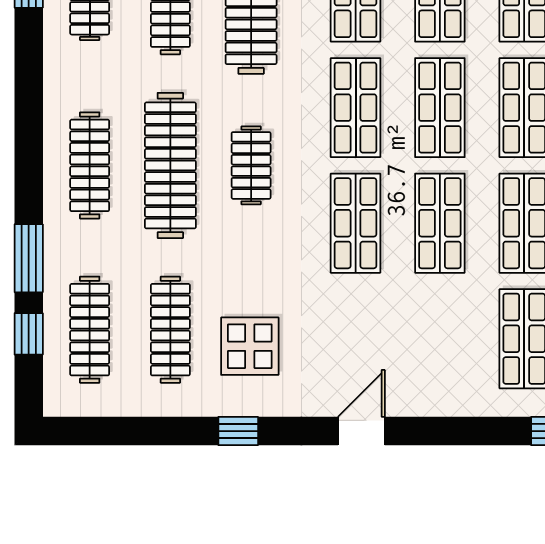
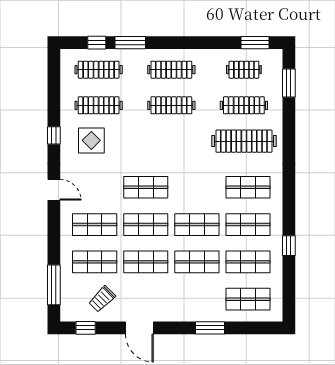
shop shelf: (356, 108) -> (95, 225), moved
clothes rail: (170, 165) -> (171, 105), width x0.73, depth x0.76
clothes rail: (251, 165) -> (171, 141), removed

